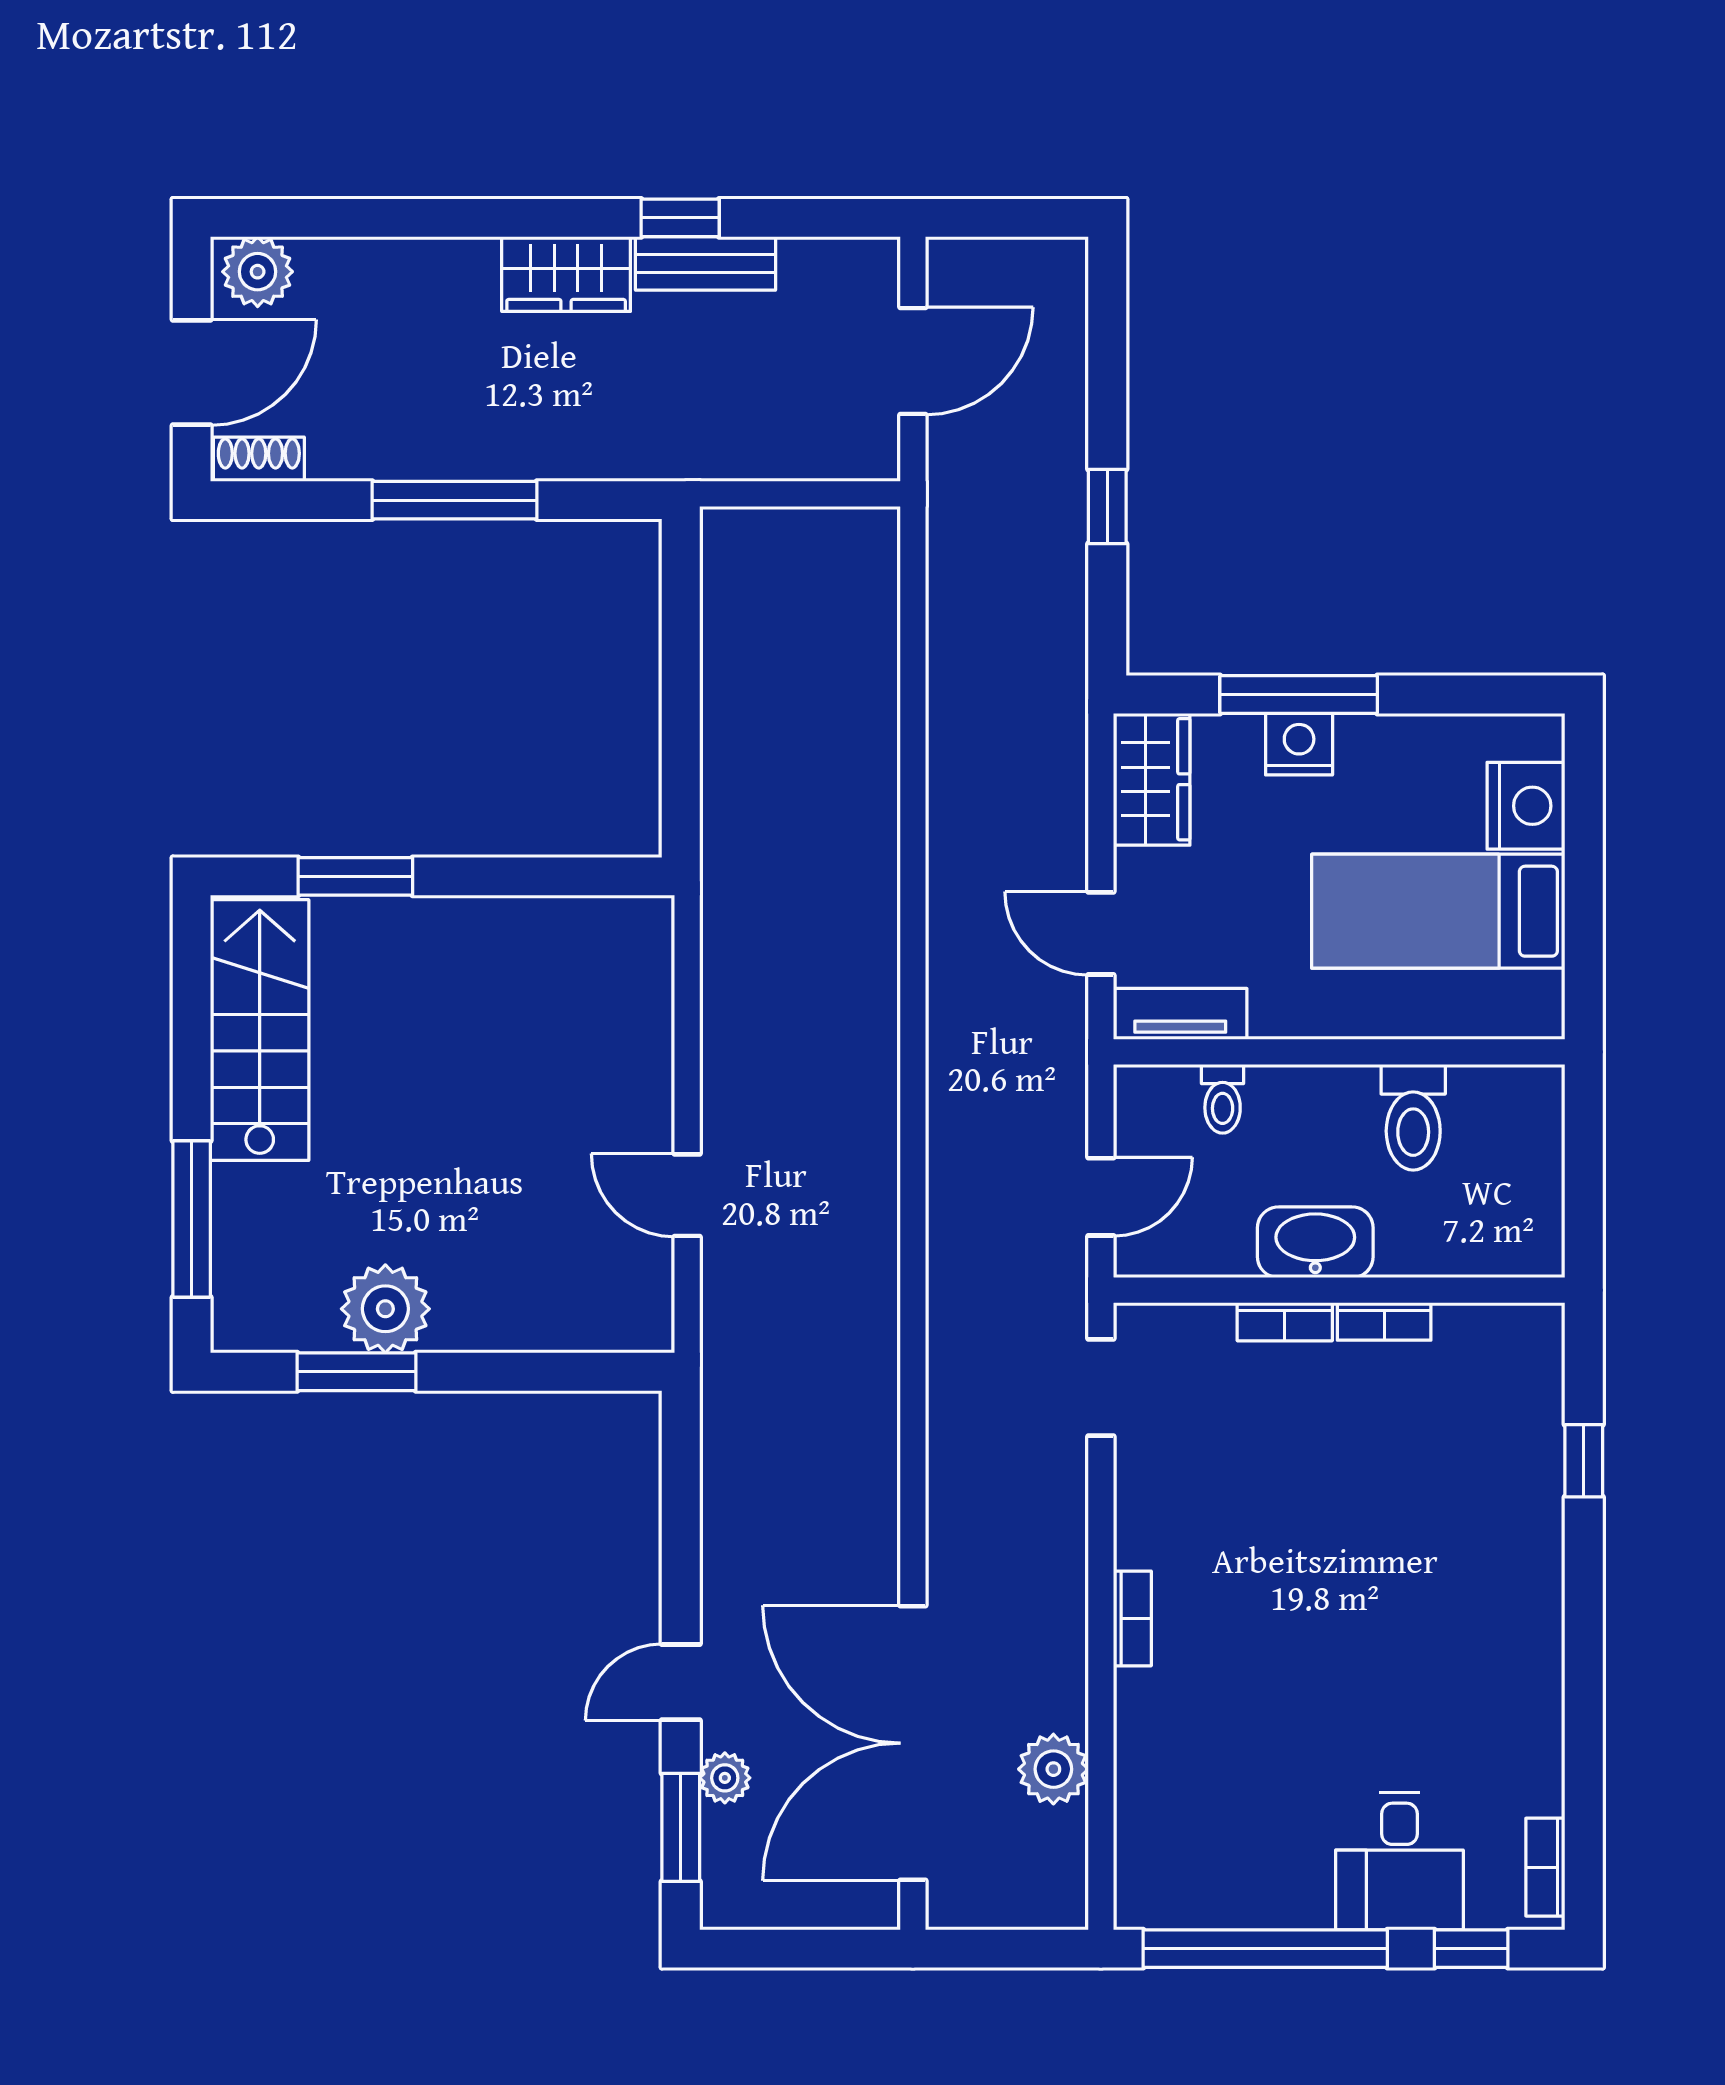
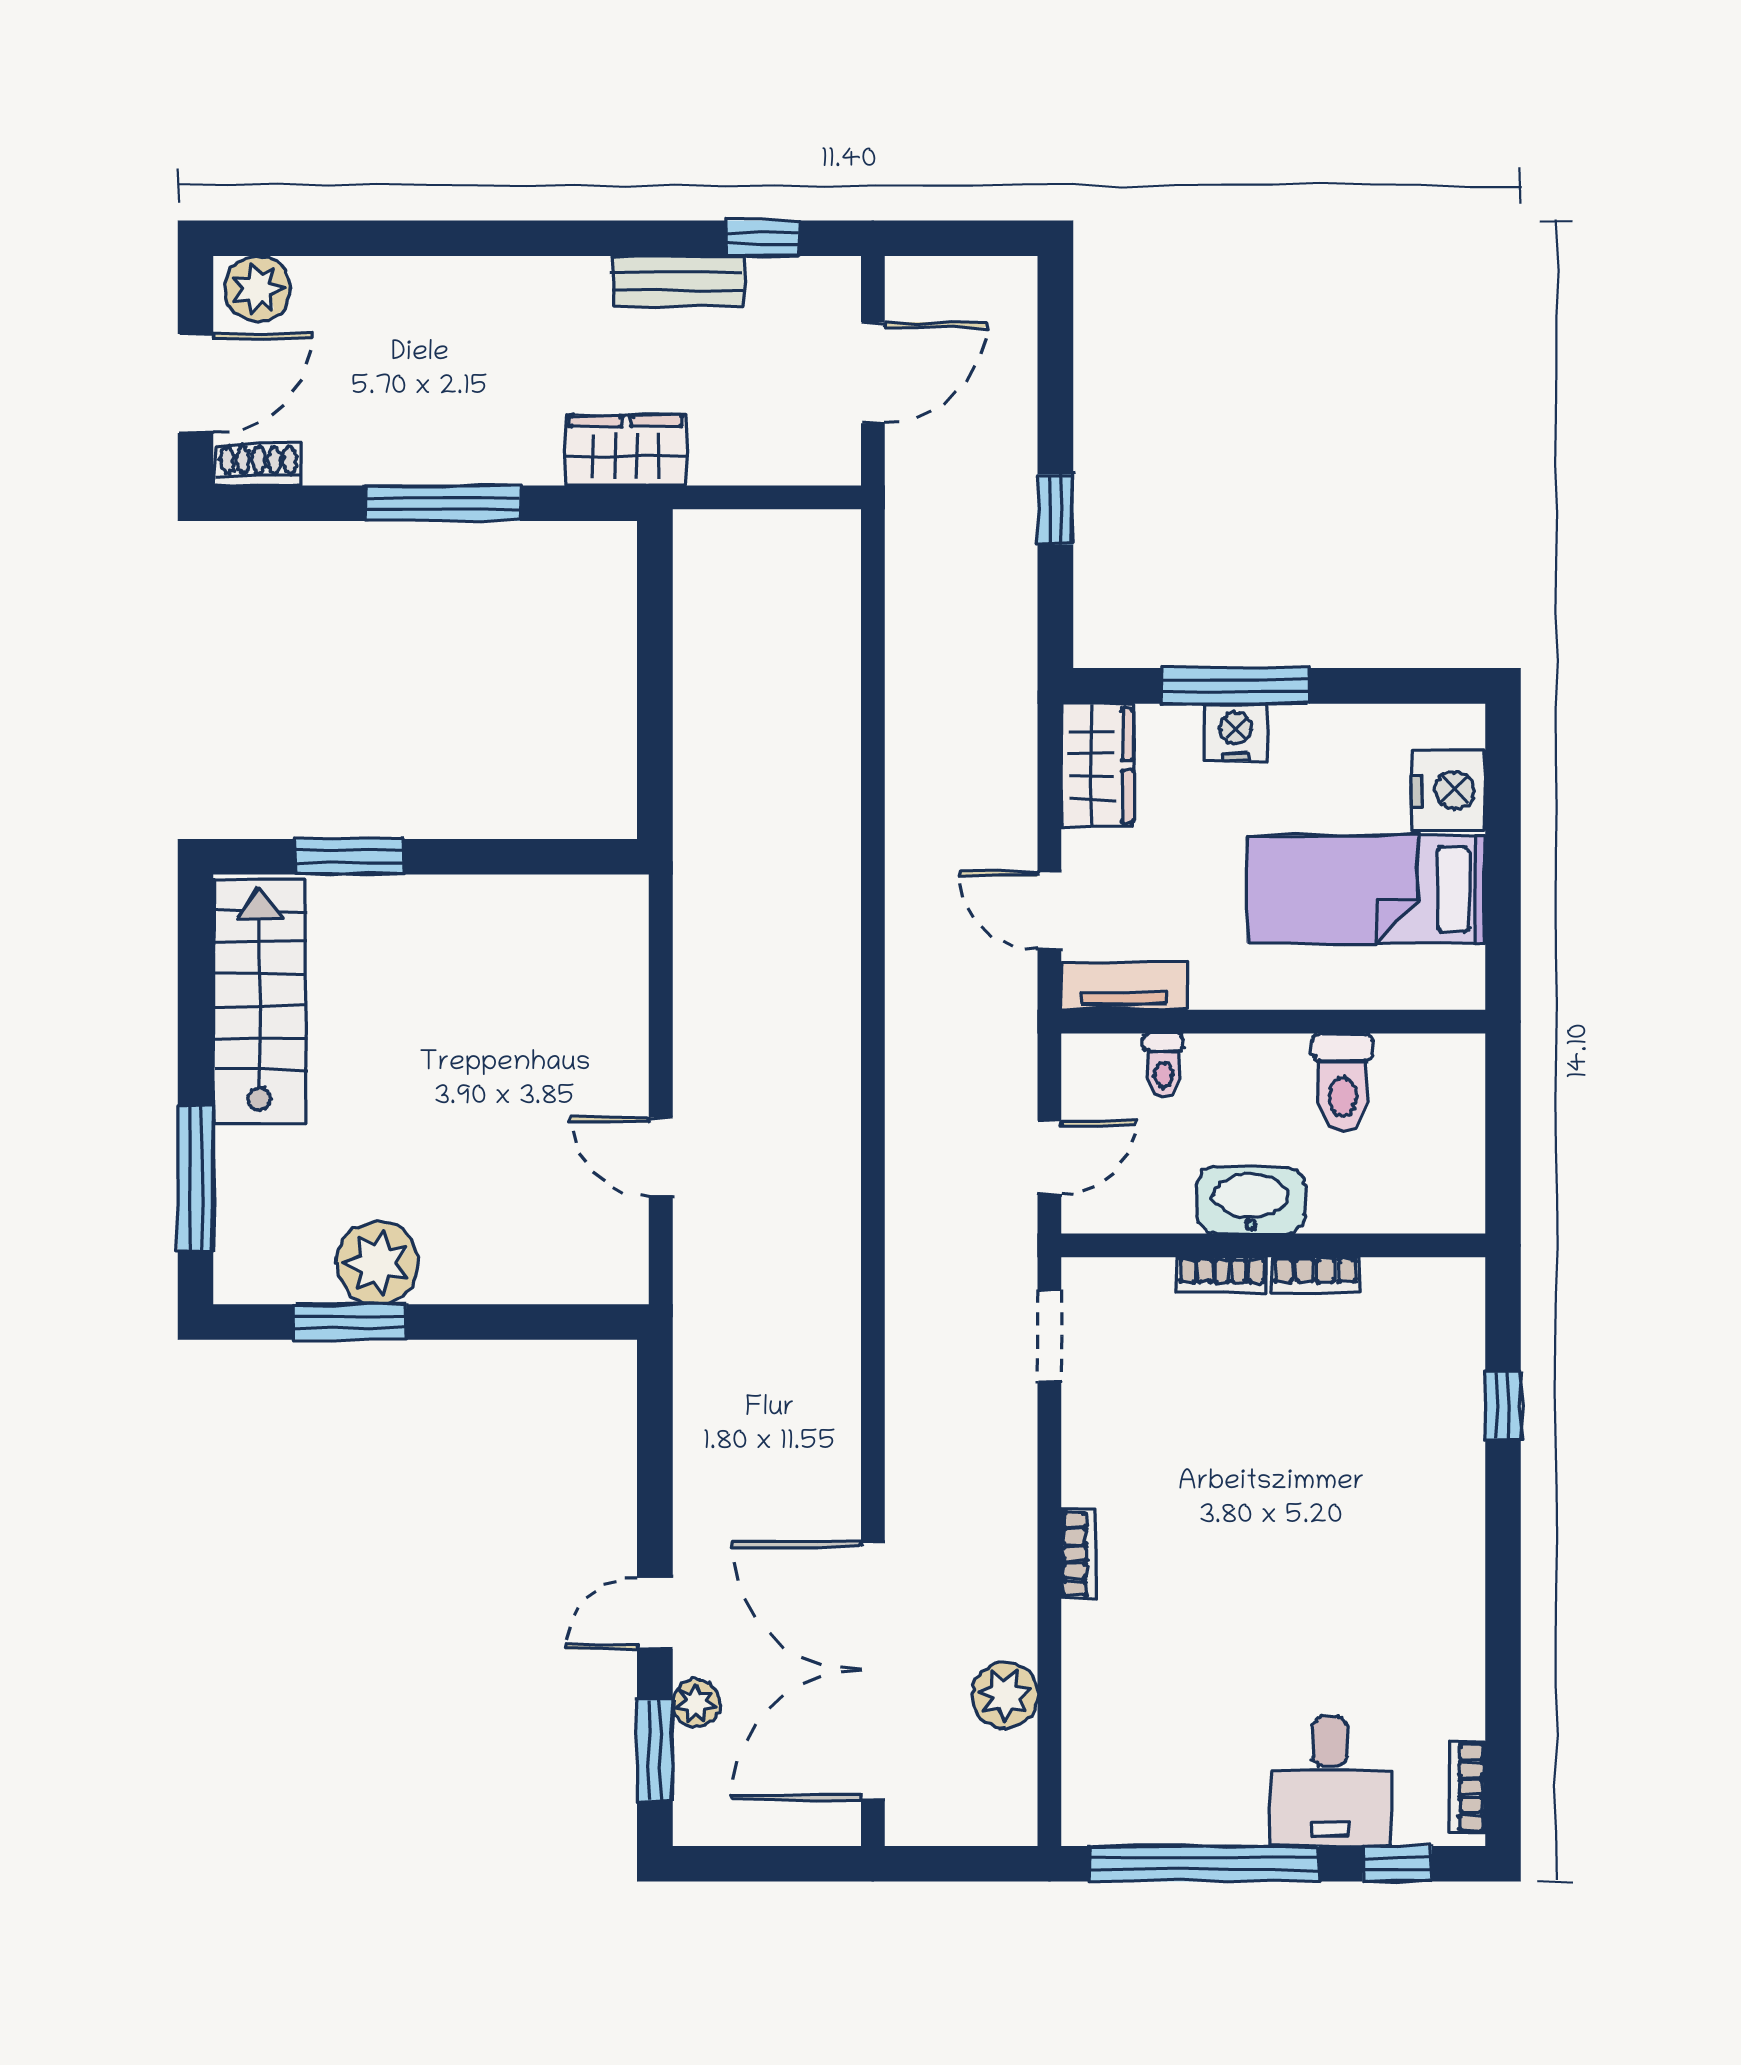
window: (680, 218) -> (762, 238), moved
wardrobe: (566, 274) -> (626, 451), moved, turned 180

